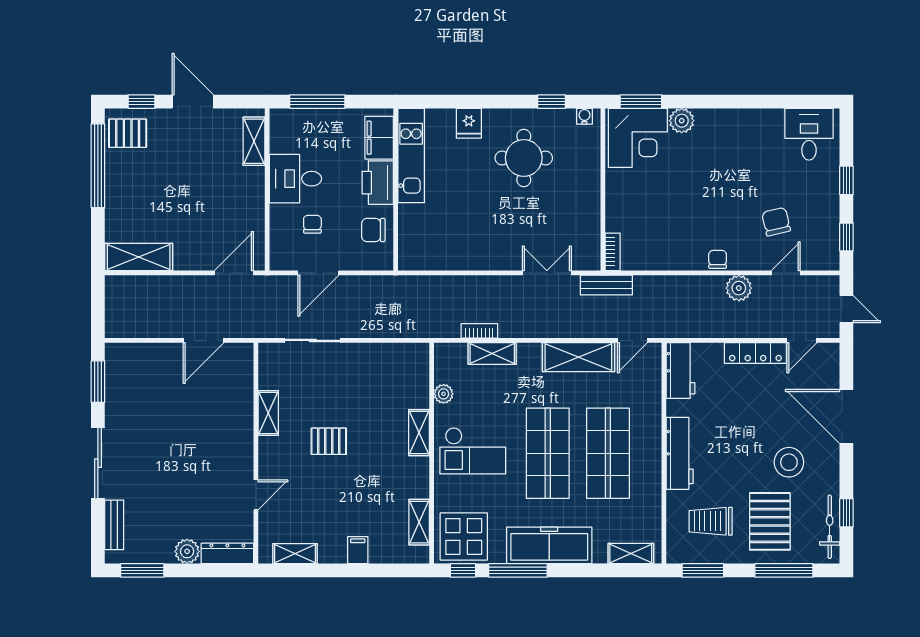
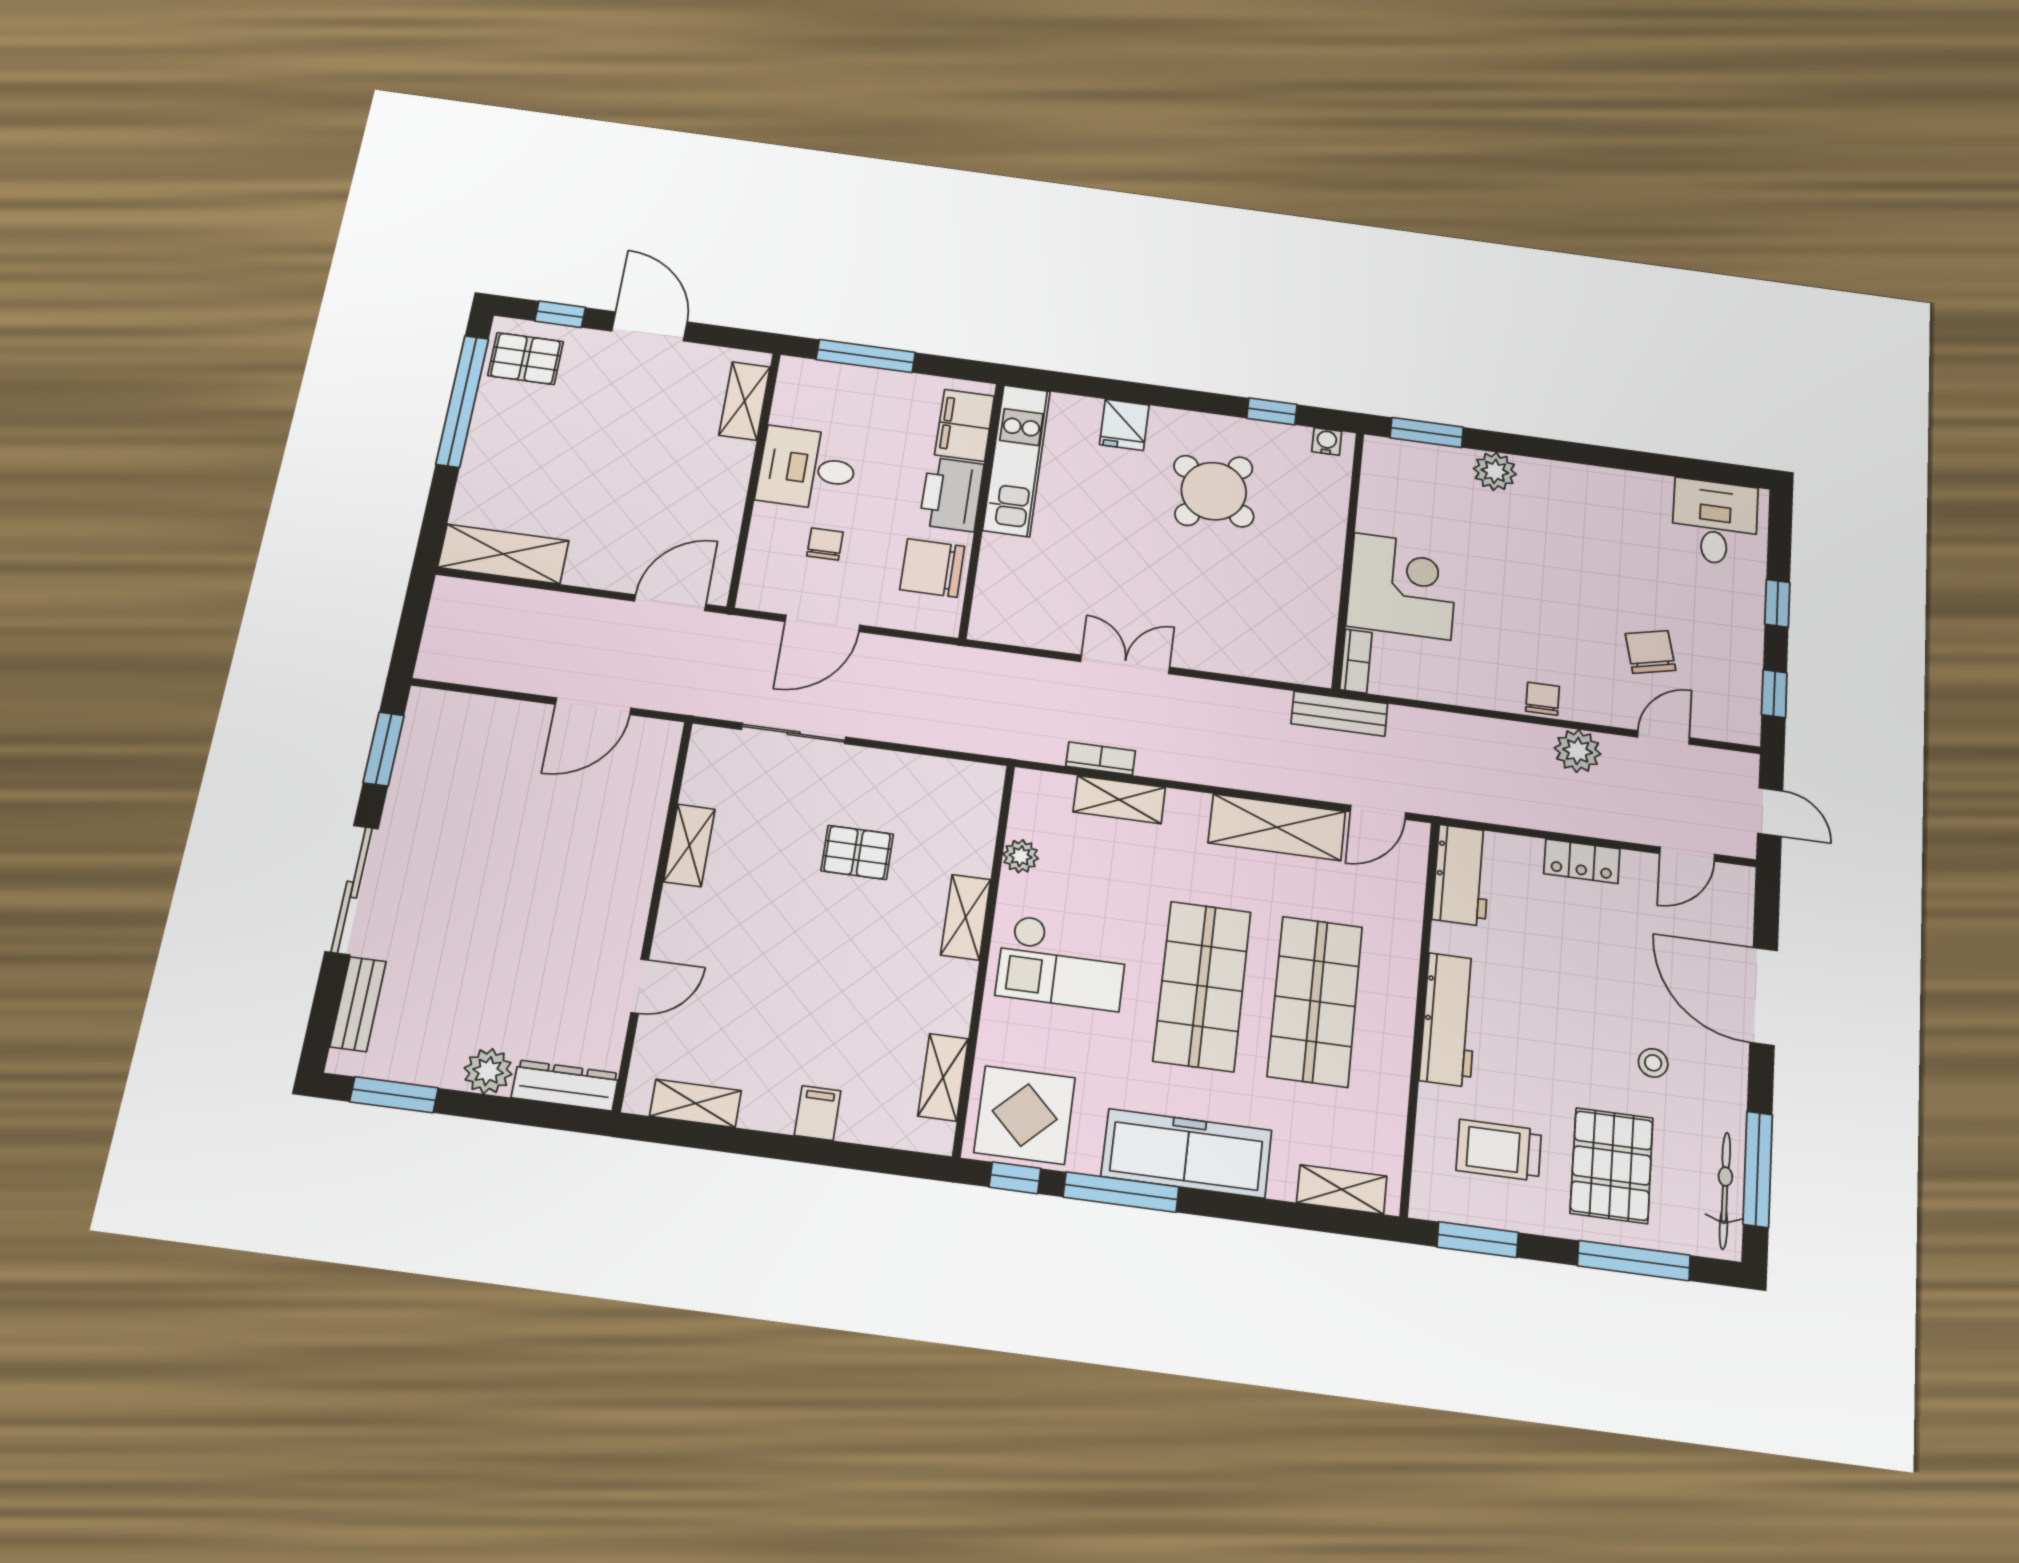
corner desk: (638, 138) -> (1402, 586), moved, turned -90
round table: (524, 158) -> (1214, 491), turned 38
chair: (373, 230) -> (932, 568), width x1.37, depth x1.37
double door: (547, 273) -> (1125, 664), moved
locker: (755, 353) -> (1582, 861), width x0.66
pallet: (329, 441) -> (857, 852), moved
stool: (789, 462) -> (1653, 1063), width x0.53, depth x0.53
window: (846, 513) -> (1758, 1169), width x2.17

